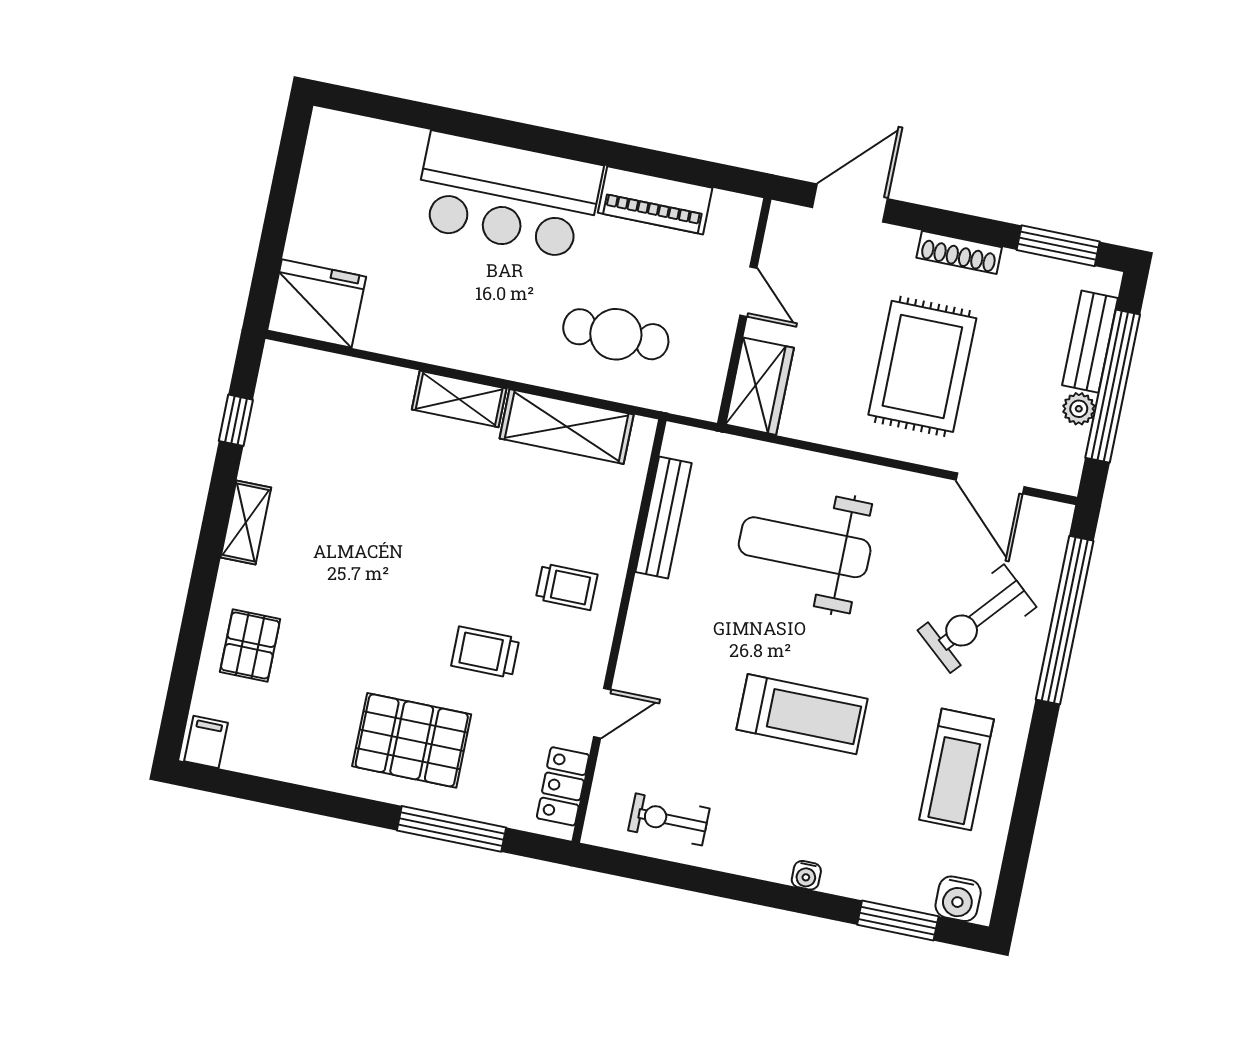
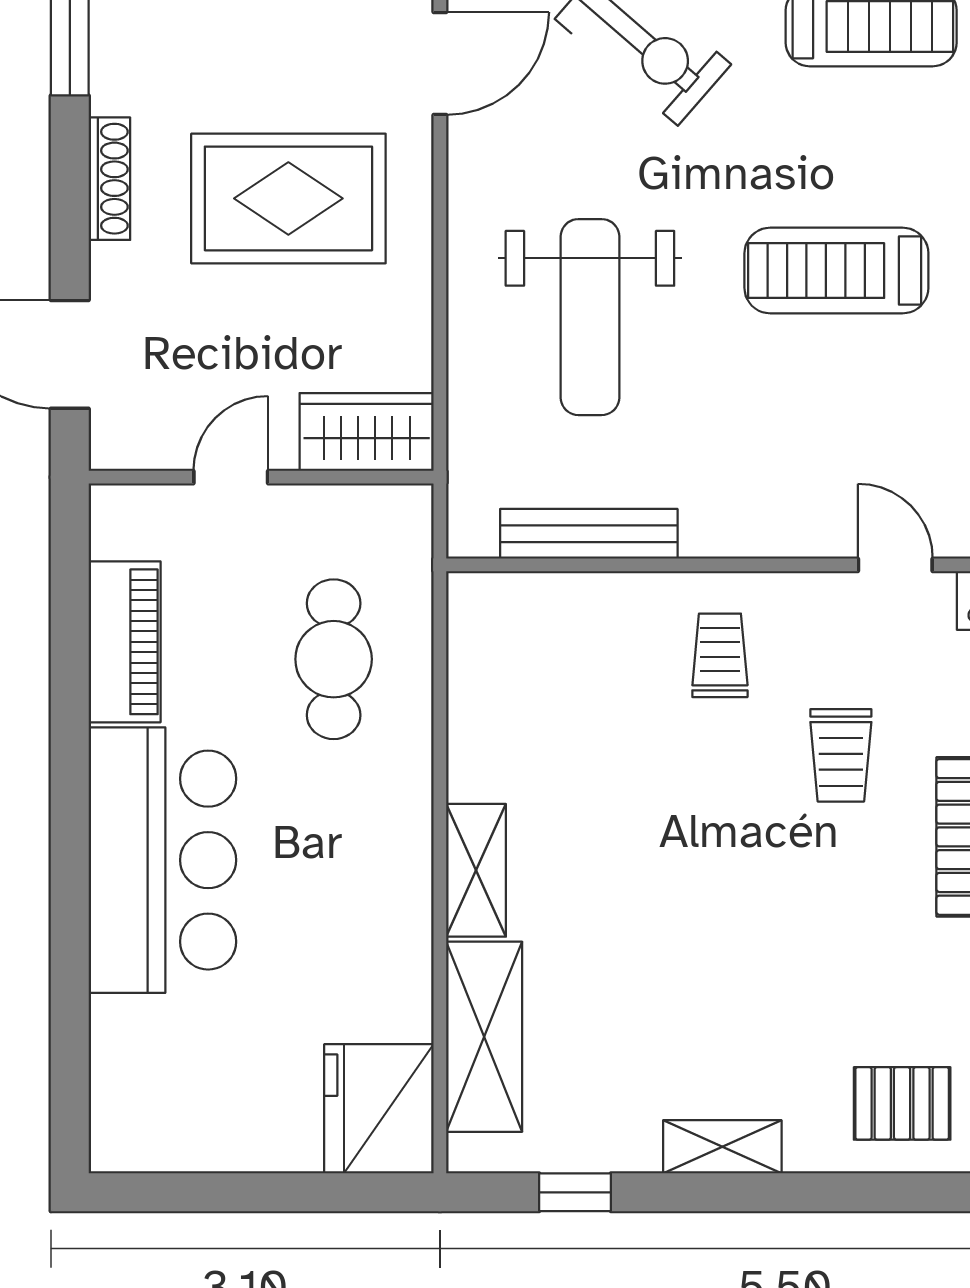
shelving: (567, 426) -> (484, 1037), moved
treadmill: (802, 714) -> (836, 271), turned -90

